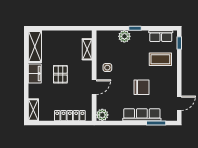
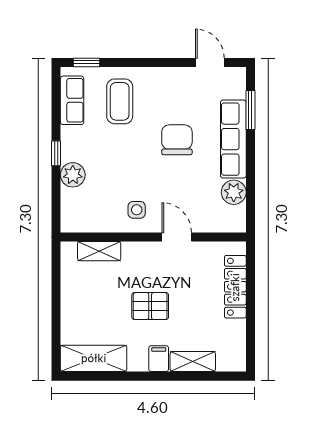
filing cabinet: (35, 74) -> (159, 359), width x0.50
shelving: (33, 110) -> (193, 362), moved
plant: (102, 115) -> (234, 192), moved

